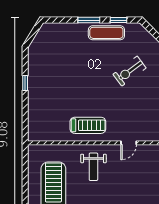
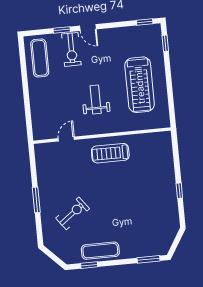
window: (89, 20) -> (149, 259), moved
weight bench: (93, 167) -> (96, 100), moved

